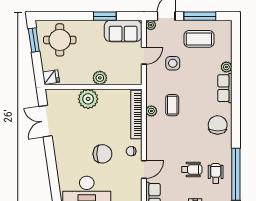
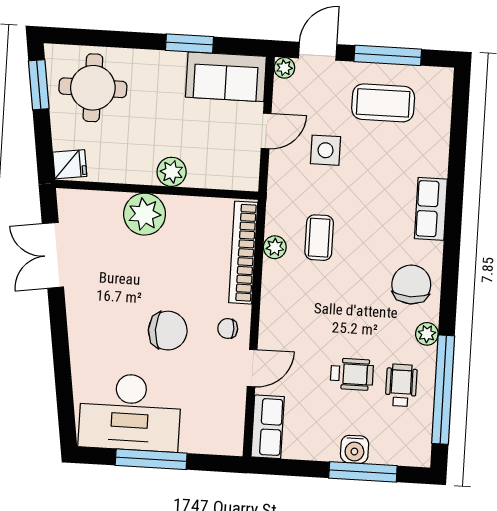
plant: (226, 67) -> (427, 334), moved

